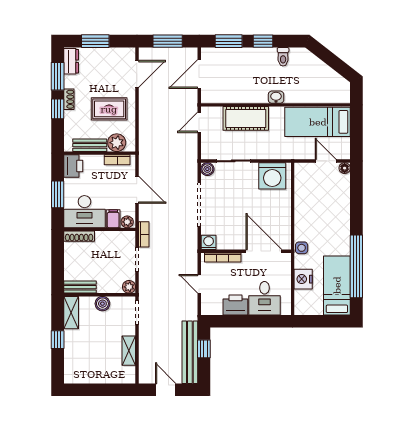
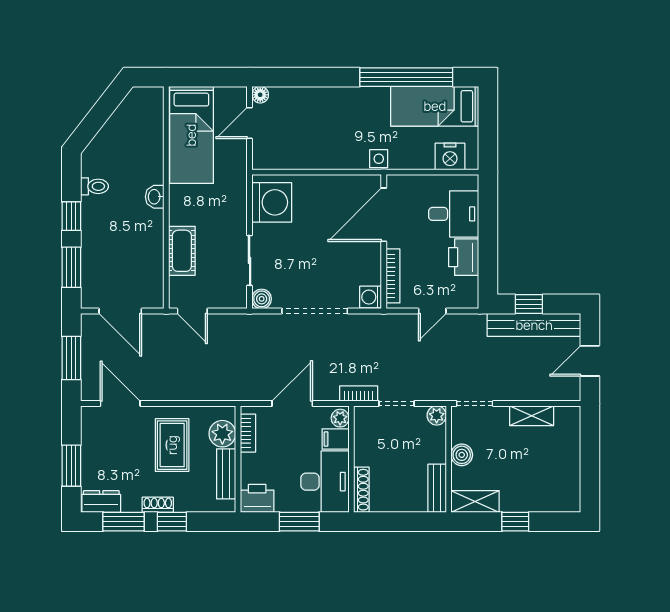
cot: (246, 118) -> (182, 251), width x0.73, depth x0.75
nightstand: (303, 279) -> (450, 156), moved

